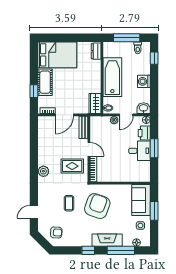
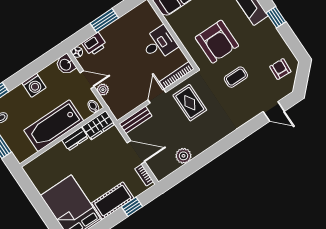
dresser: (96, 51) -> (75, 139), moved
desk: (139, 151) -> (159, 44), moved, turned 90
plant: (43, 171) -> (183, 156), moved
armchair: (97, 206) -> (217, 42), turned -110

